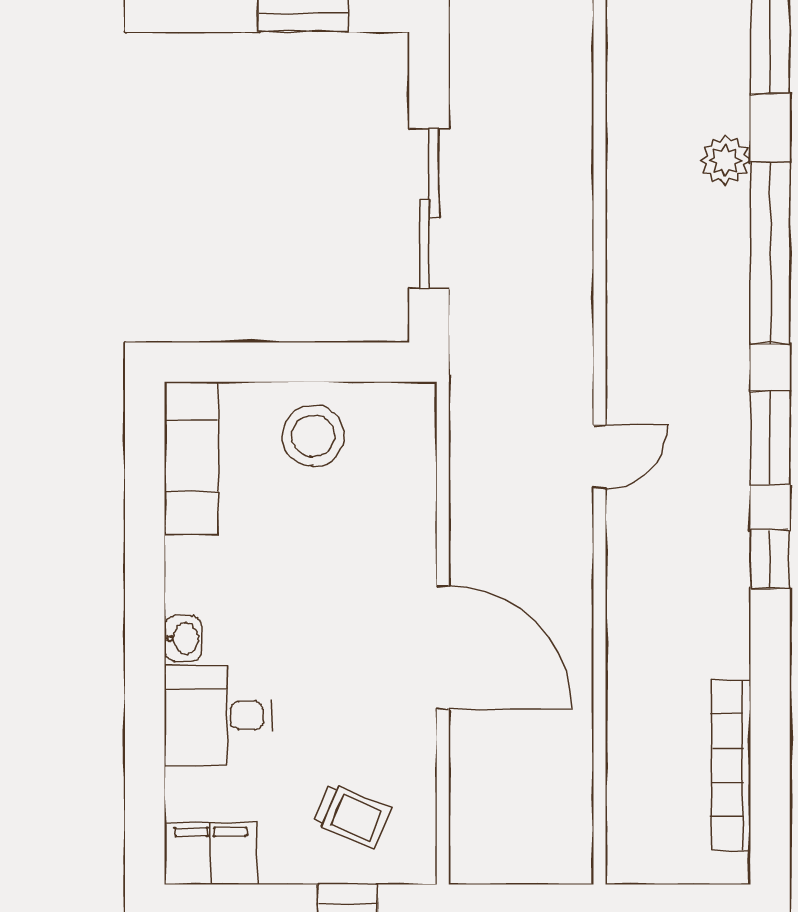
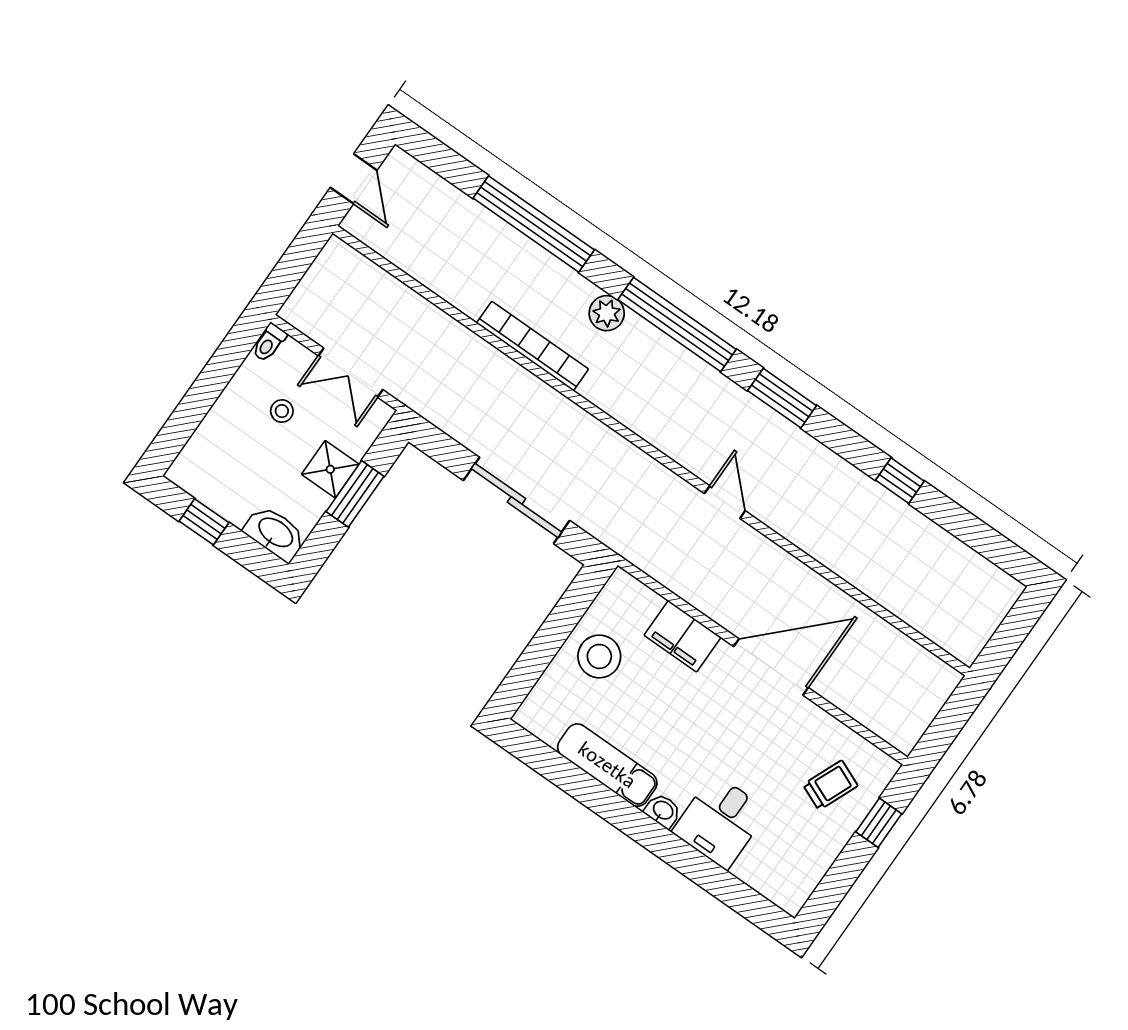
exam couch: (191, 458) -> (607, 765), moved
window: (770, 559) -> (900, 481), moved
bookcase: (731, 765) -> (532, 346), moved, turned 180
filing cabinet: (211, 854) -> (682, 636), moved, turned -90

